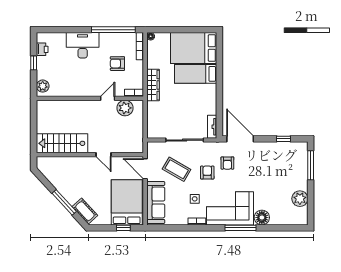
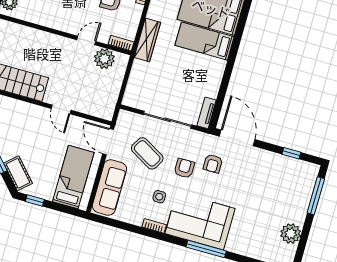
bed: (127, 202) -> (73, 177), width x0.67
floor lamp: (262, 218) -> (237, 244), removed
window: (123, 228) -> (35, 201), moved

